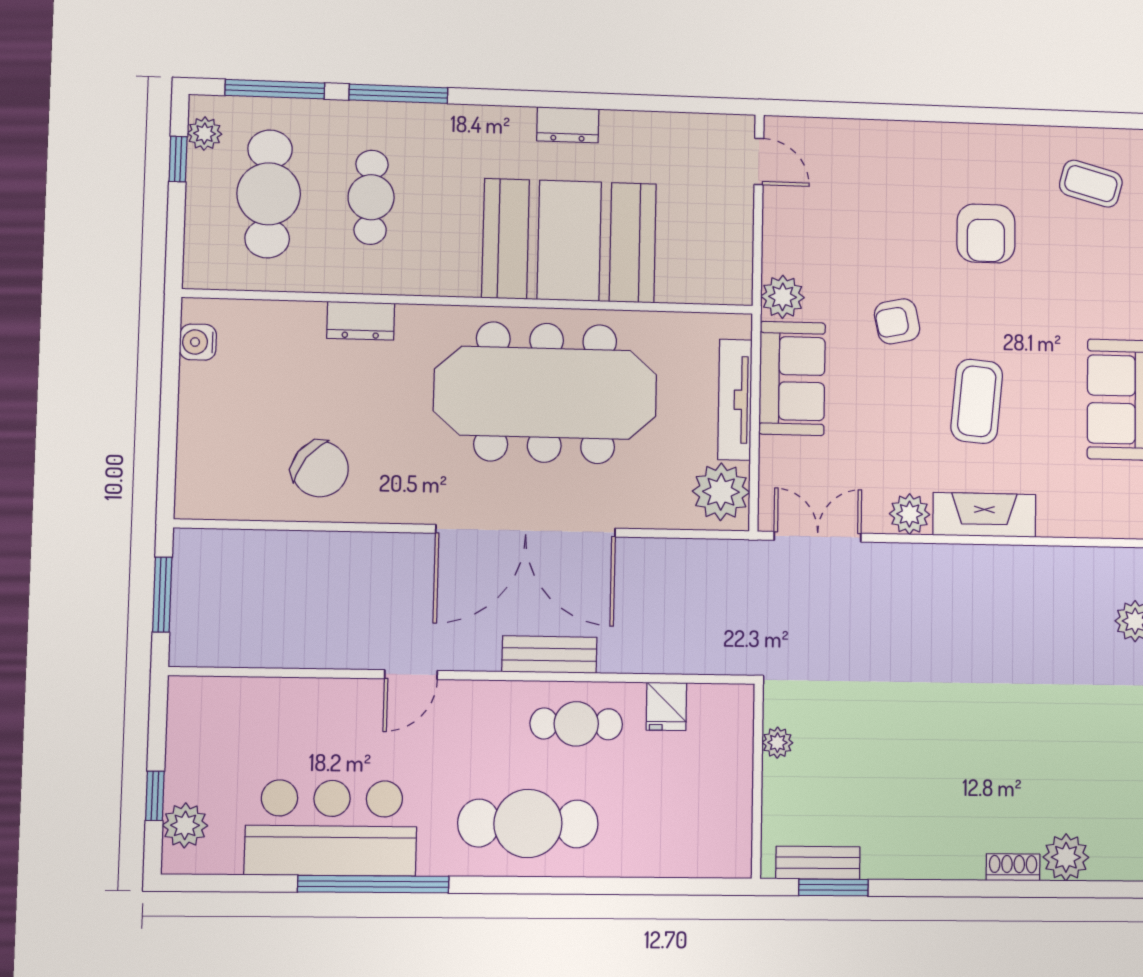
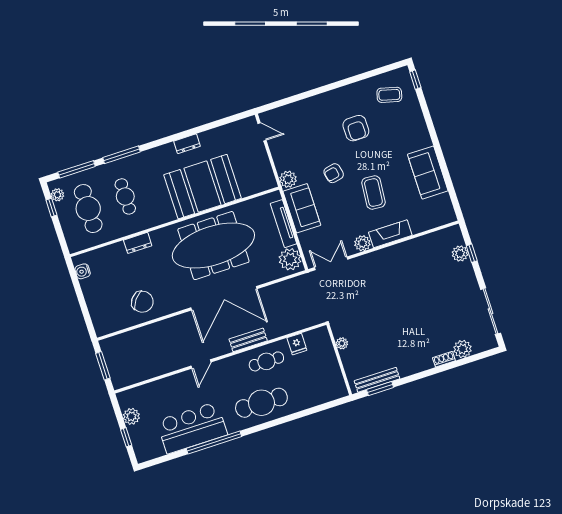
plant: (185, 825) -> (131, 416), moved
bench: (818, 863) -> (377, 380), width x1.36

